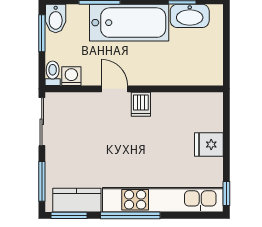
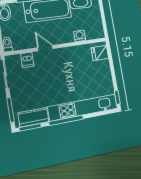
washing machine: (71, 76) -> (80, 36), moved
dishwasher: (141, 104) -> (27, 60), moved
fridge: (209, 144) -> (100, 53), moved

